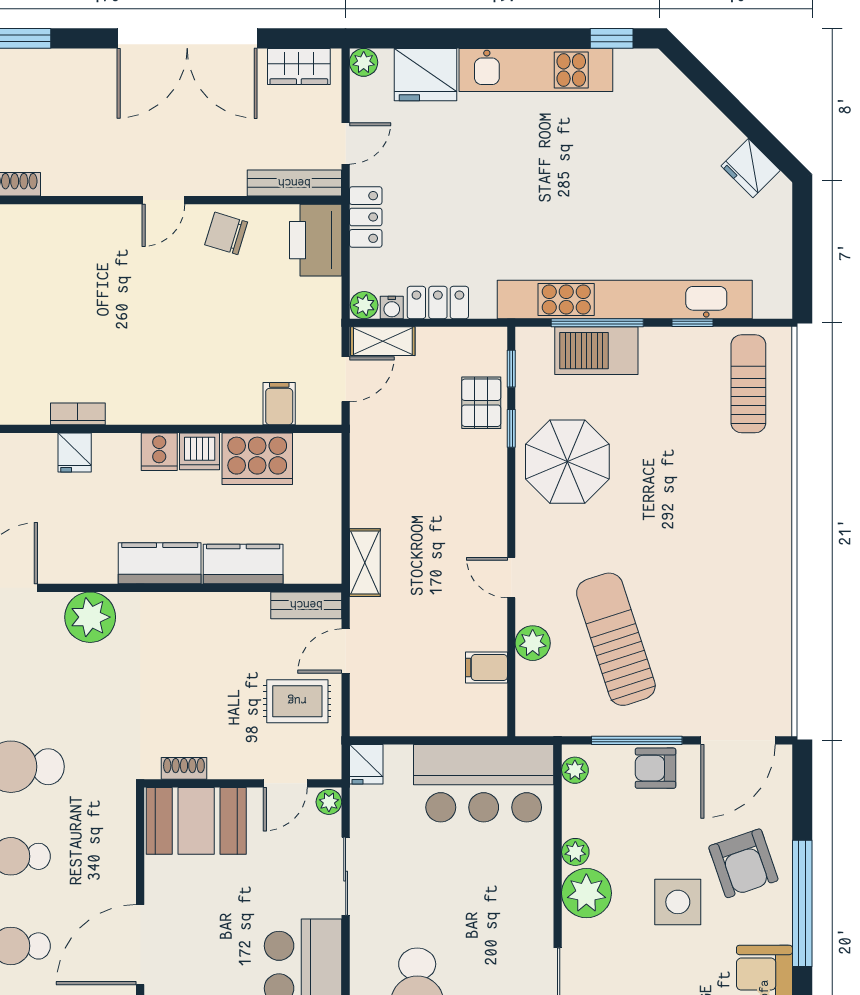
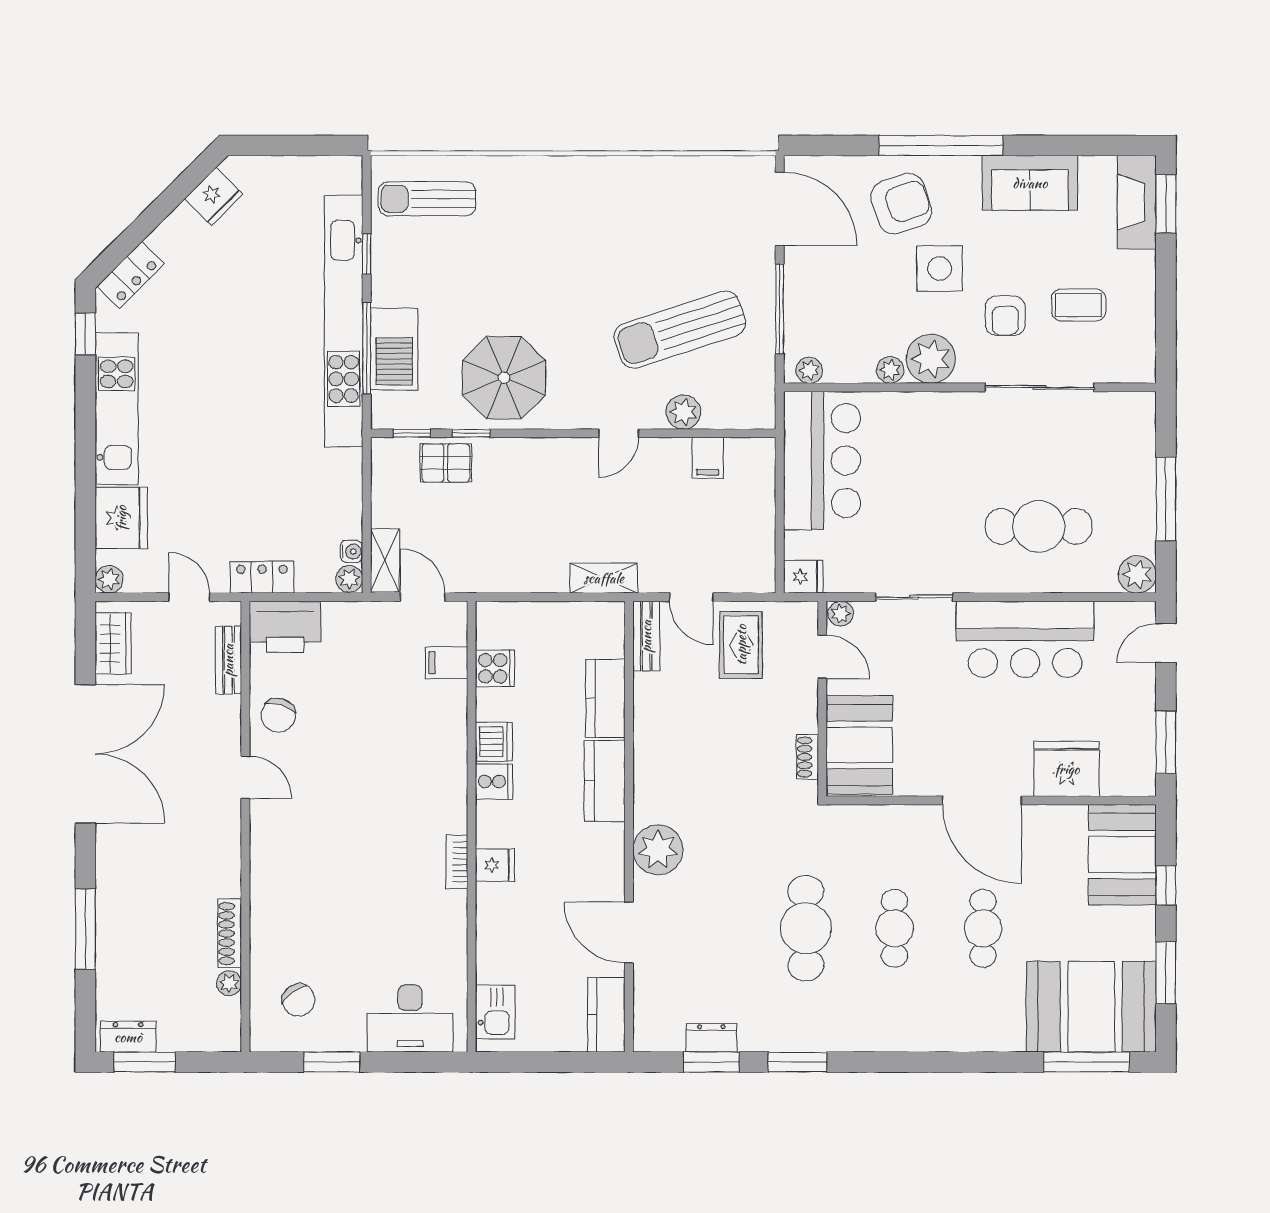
bench: (294, 183) -> (228, 660), width x0.73
locker: (438, 303) -> (131, 275), moved, turned -135
cooker: (257, 459) -> (495, 668), width x0.53, depth x0.76
armchair: (656, 768) -> (1005, 316), moved

